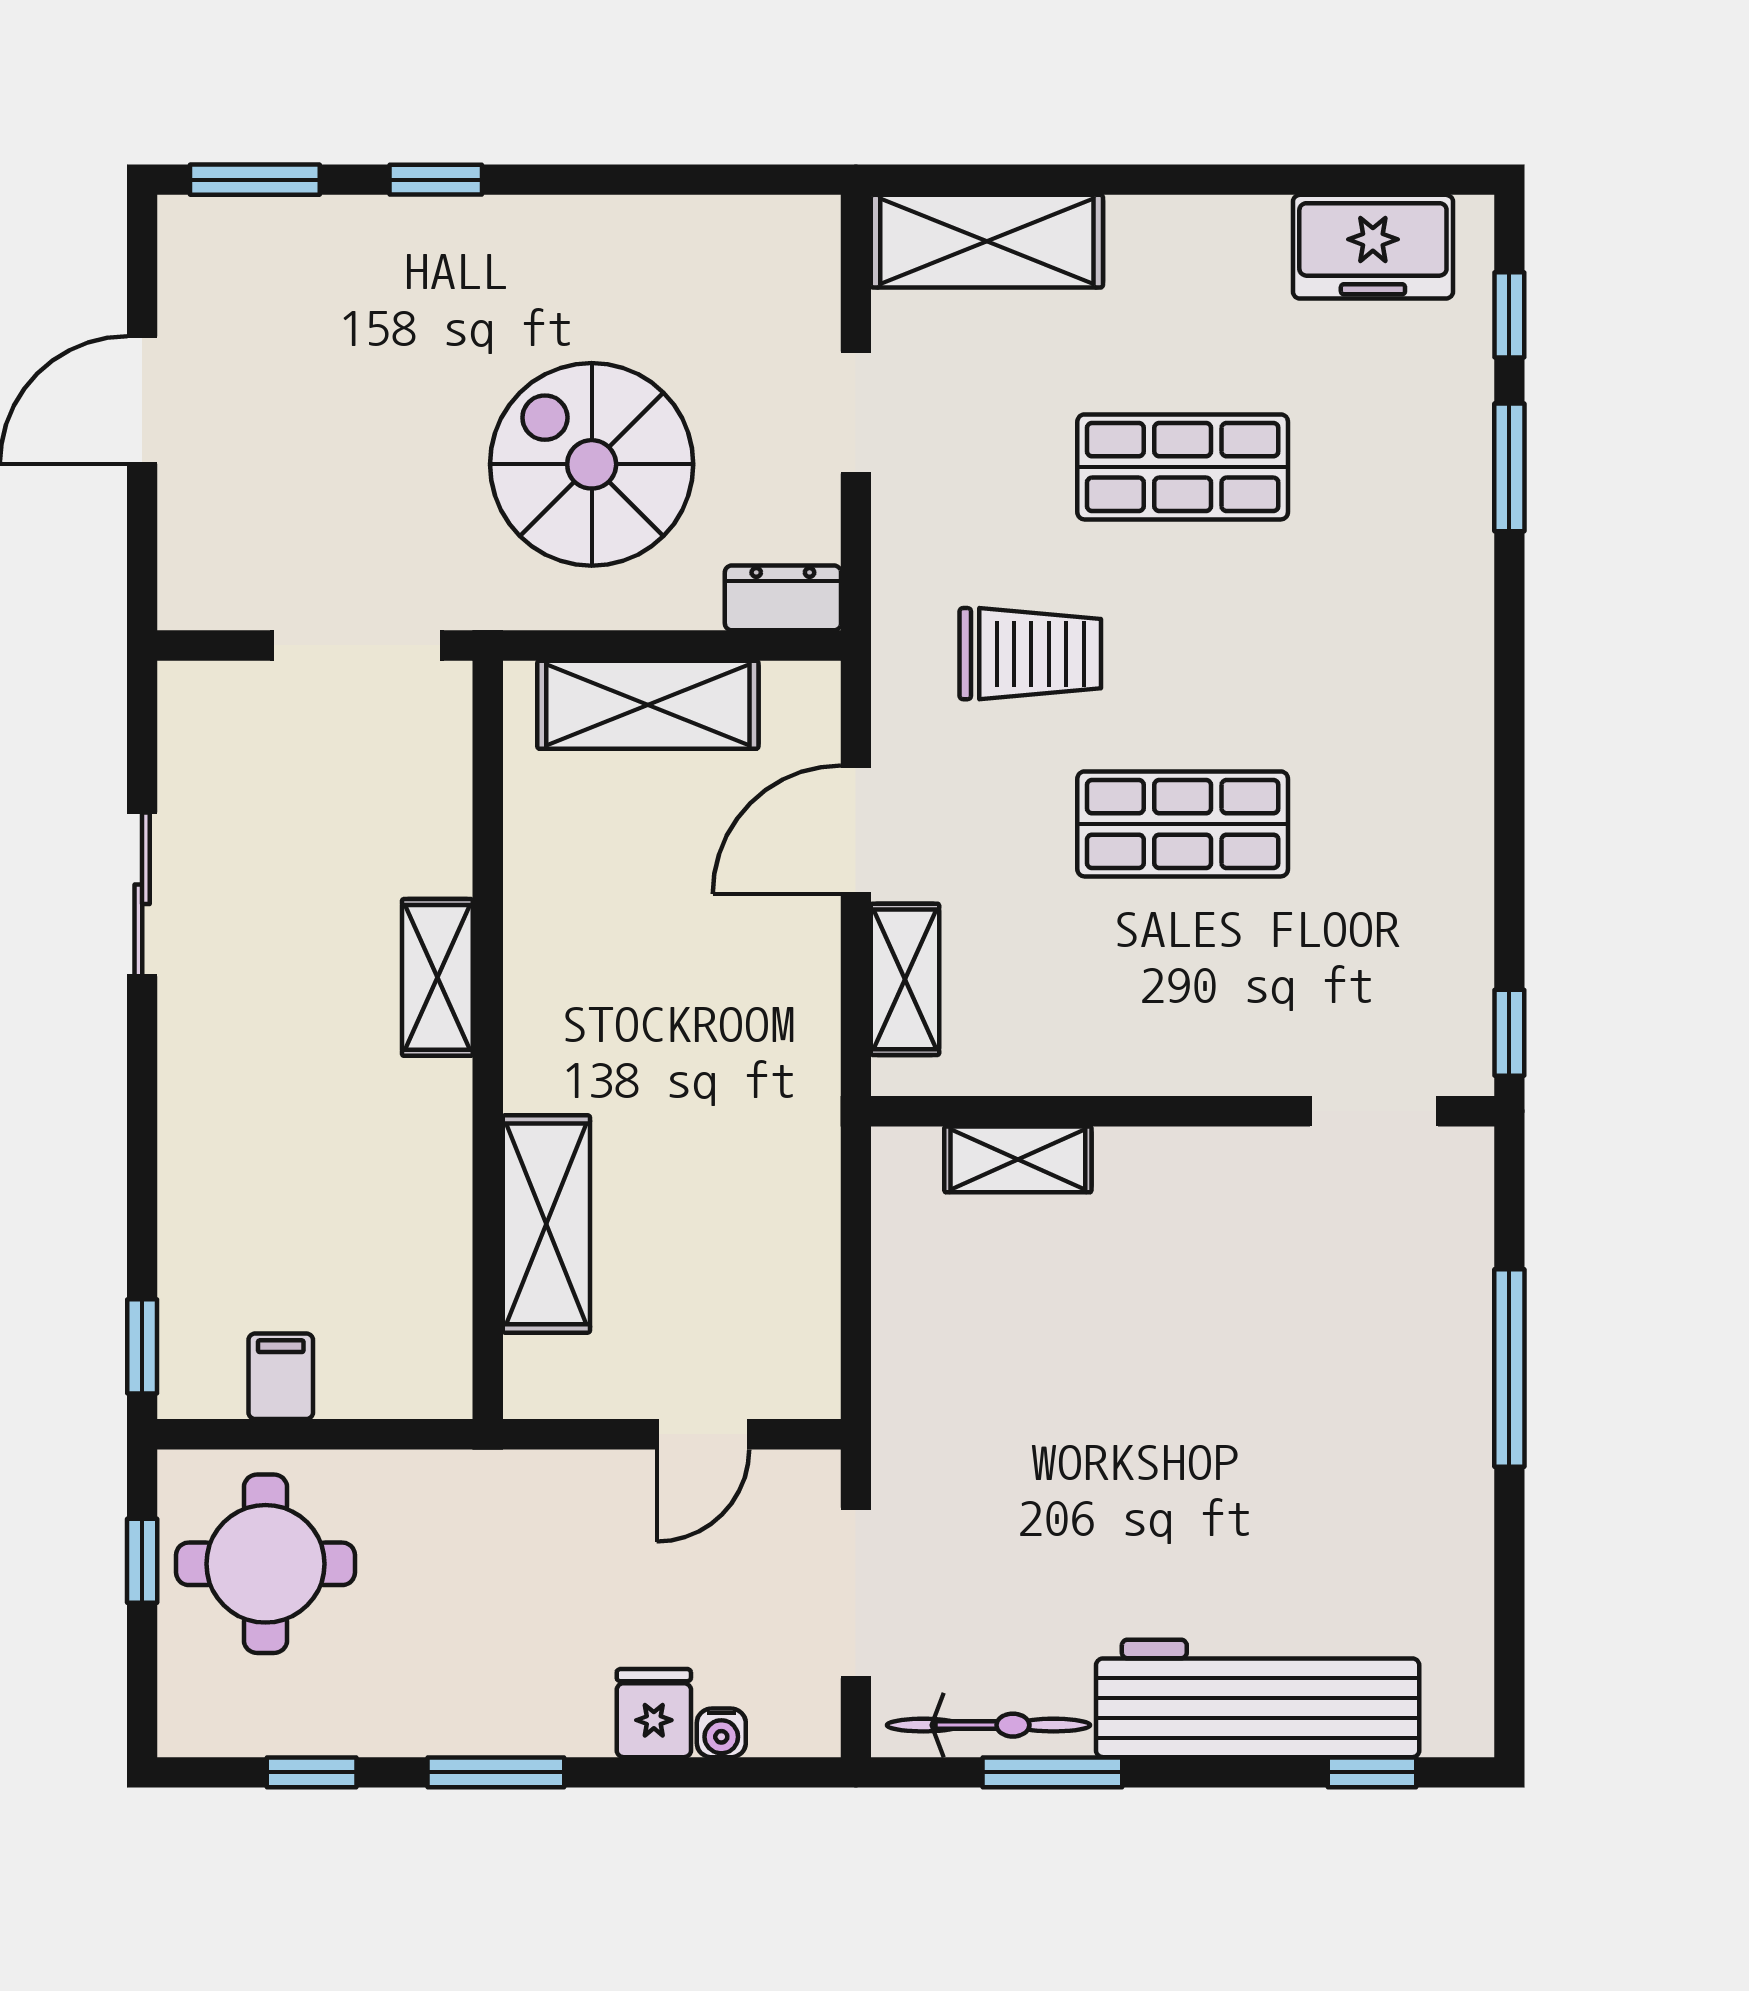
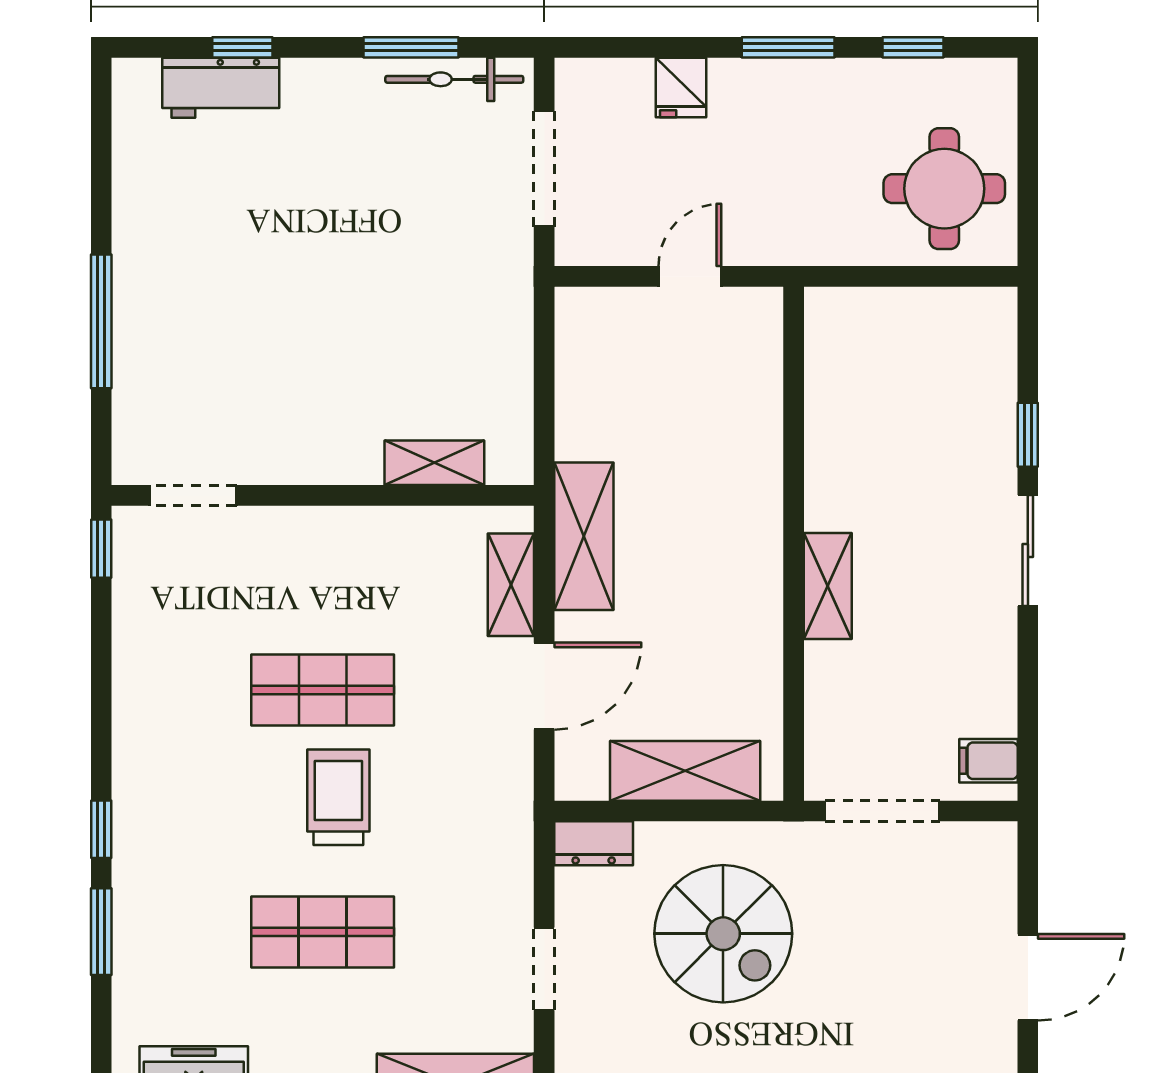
window: (1509, 315) -> (101, 829), moved
trolley: (1030, 654) -> (338, 797), moved, turned 90
sliding door: (142, 894) -> (1028, 550), moved
shelving: (546, 1224) -> (584, 536), moved
window: (142, 1346) -> (1028, 435), moved
filing cabinet: (281, 1376) -> (989, 761), moved, turned 90
door: (703, 1434) -> (690, 276), moved
window: (142, 1561) -> (1028, 191), removed
workbench: (1258, 1698) -> (221, 88), width x0.53, depth x0.76
water cooler: (721, 1733) -> (635, 74), removed
window: (1372, 1772) -> (242, 47), moved

